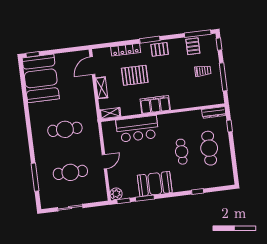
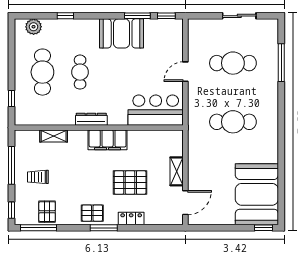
locker: (126, 50) -> (131, 218), width x0.66
dresser: (214, 112) -> (91, 119), moved
shelving: (110, 113) -> (54, 136), moved
bar counter: (137, 129) -> (156, 110), moved
plant: (116, 194) -> (34, 27), moved

